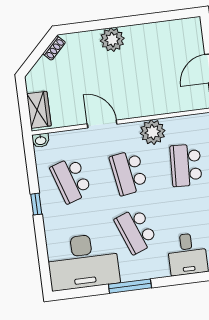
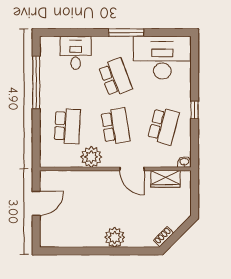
wardrobe: (39, 110) -> (165, 179), moved, turned -90
school desk: (71, 180) -> (163, 126), turned 33

